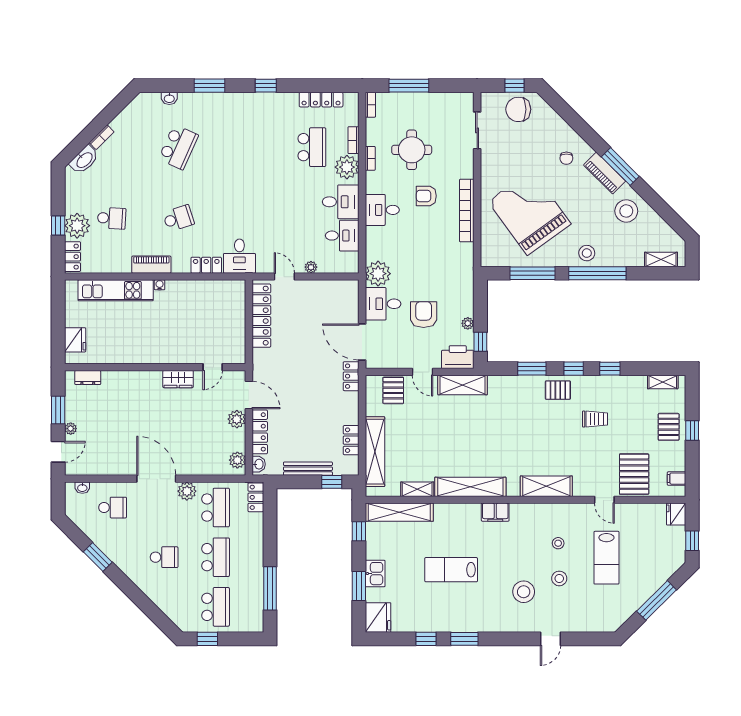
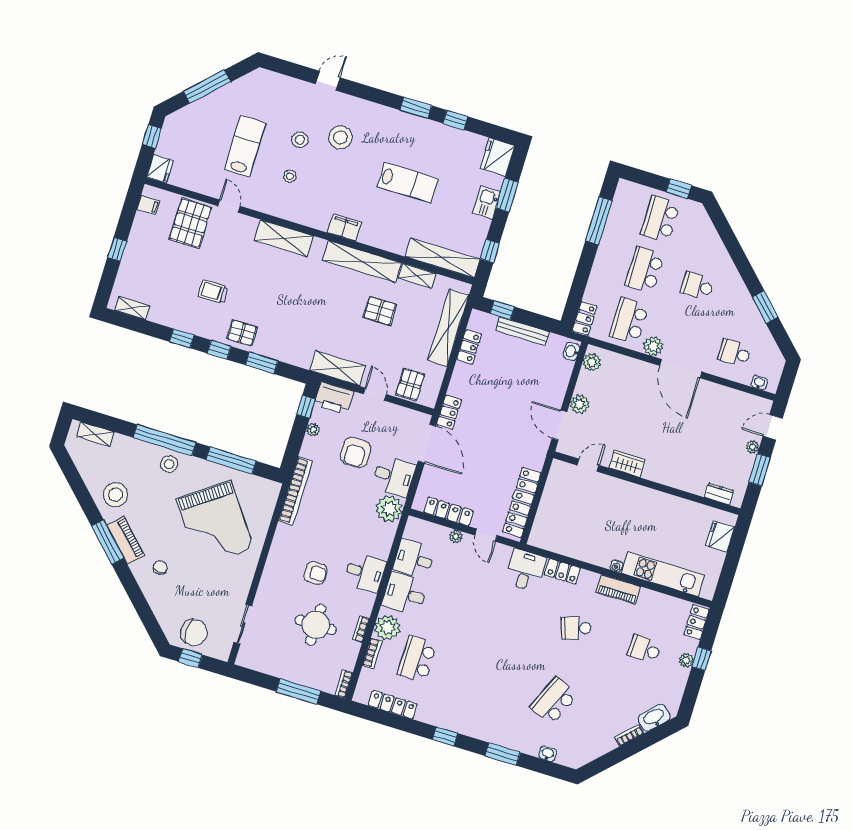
bookcase: (467, 211) -> (295, 491), moved
plant: (77, 226) -> (686, 660), width x0.53, depth x0.53
pallet: (669, 427) -> (380, 311), moved, turned 90
locker: (260, 432) -> (448, 512), moved, turned 90

